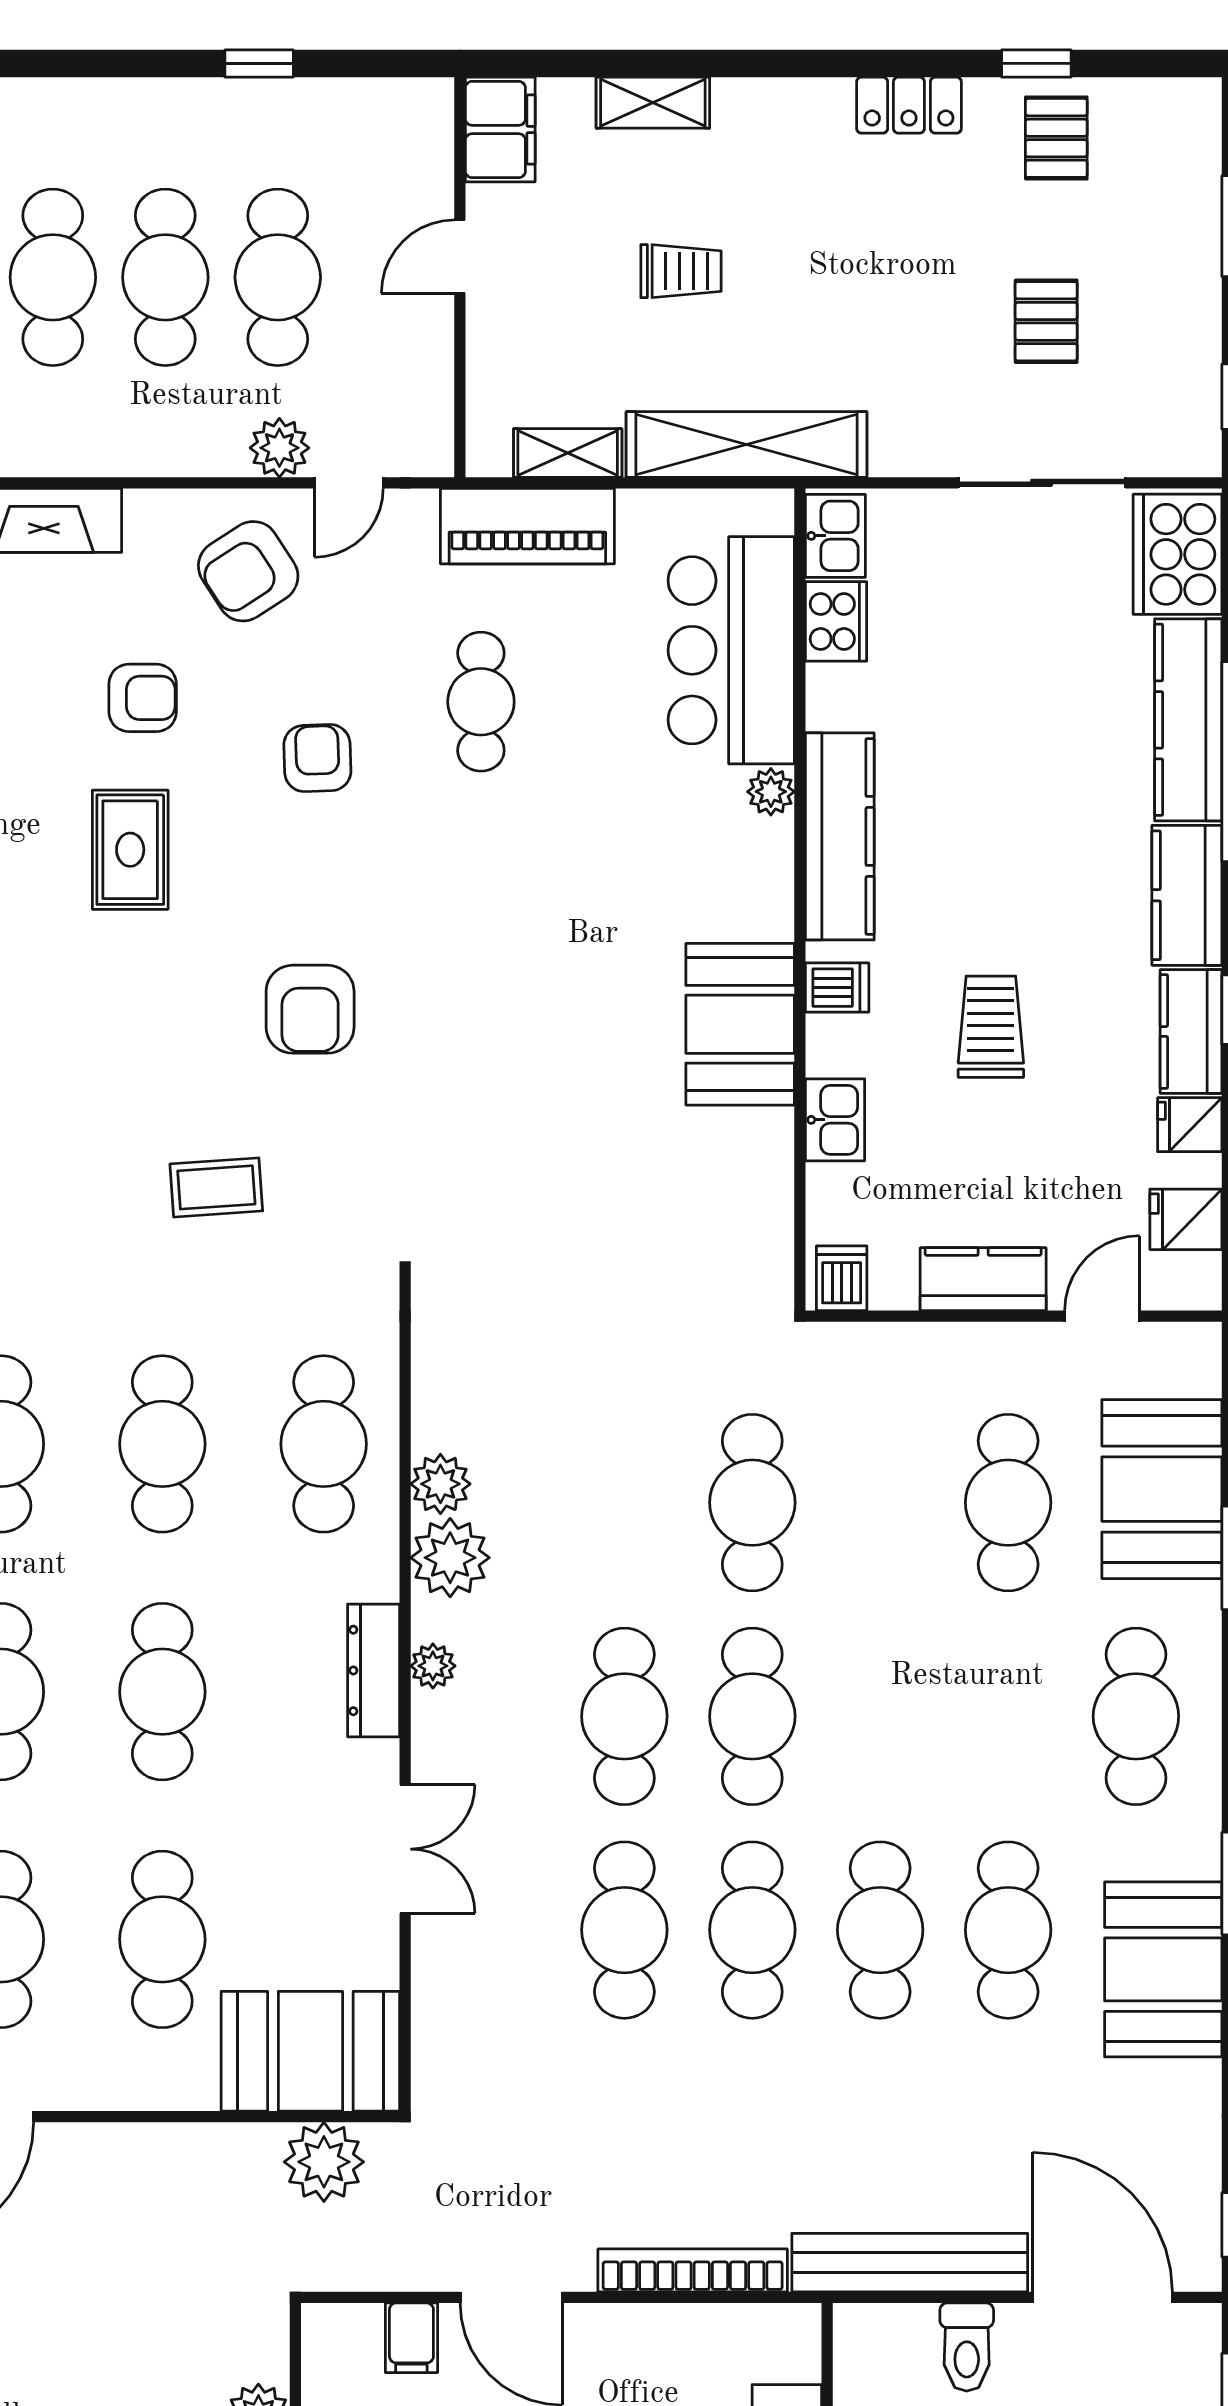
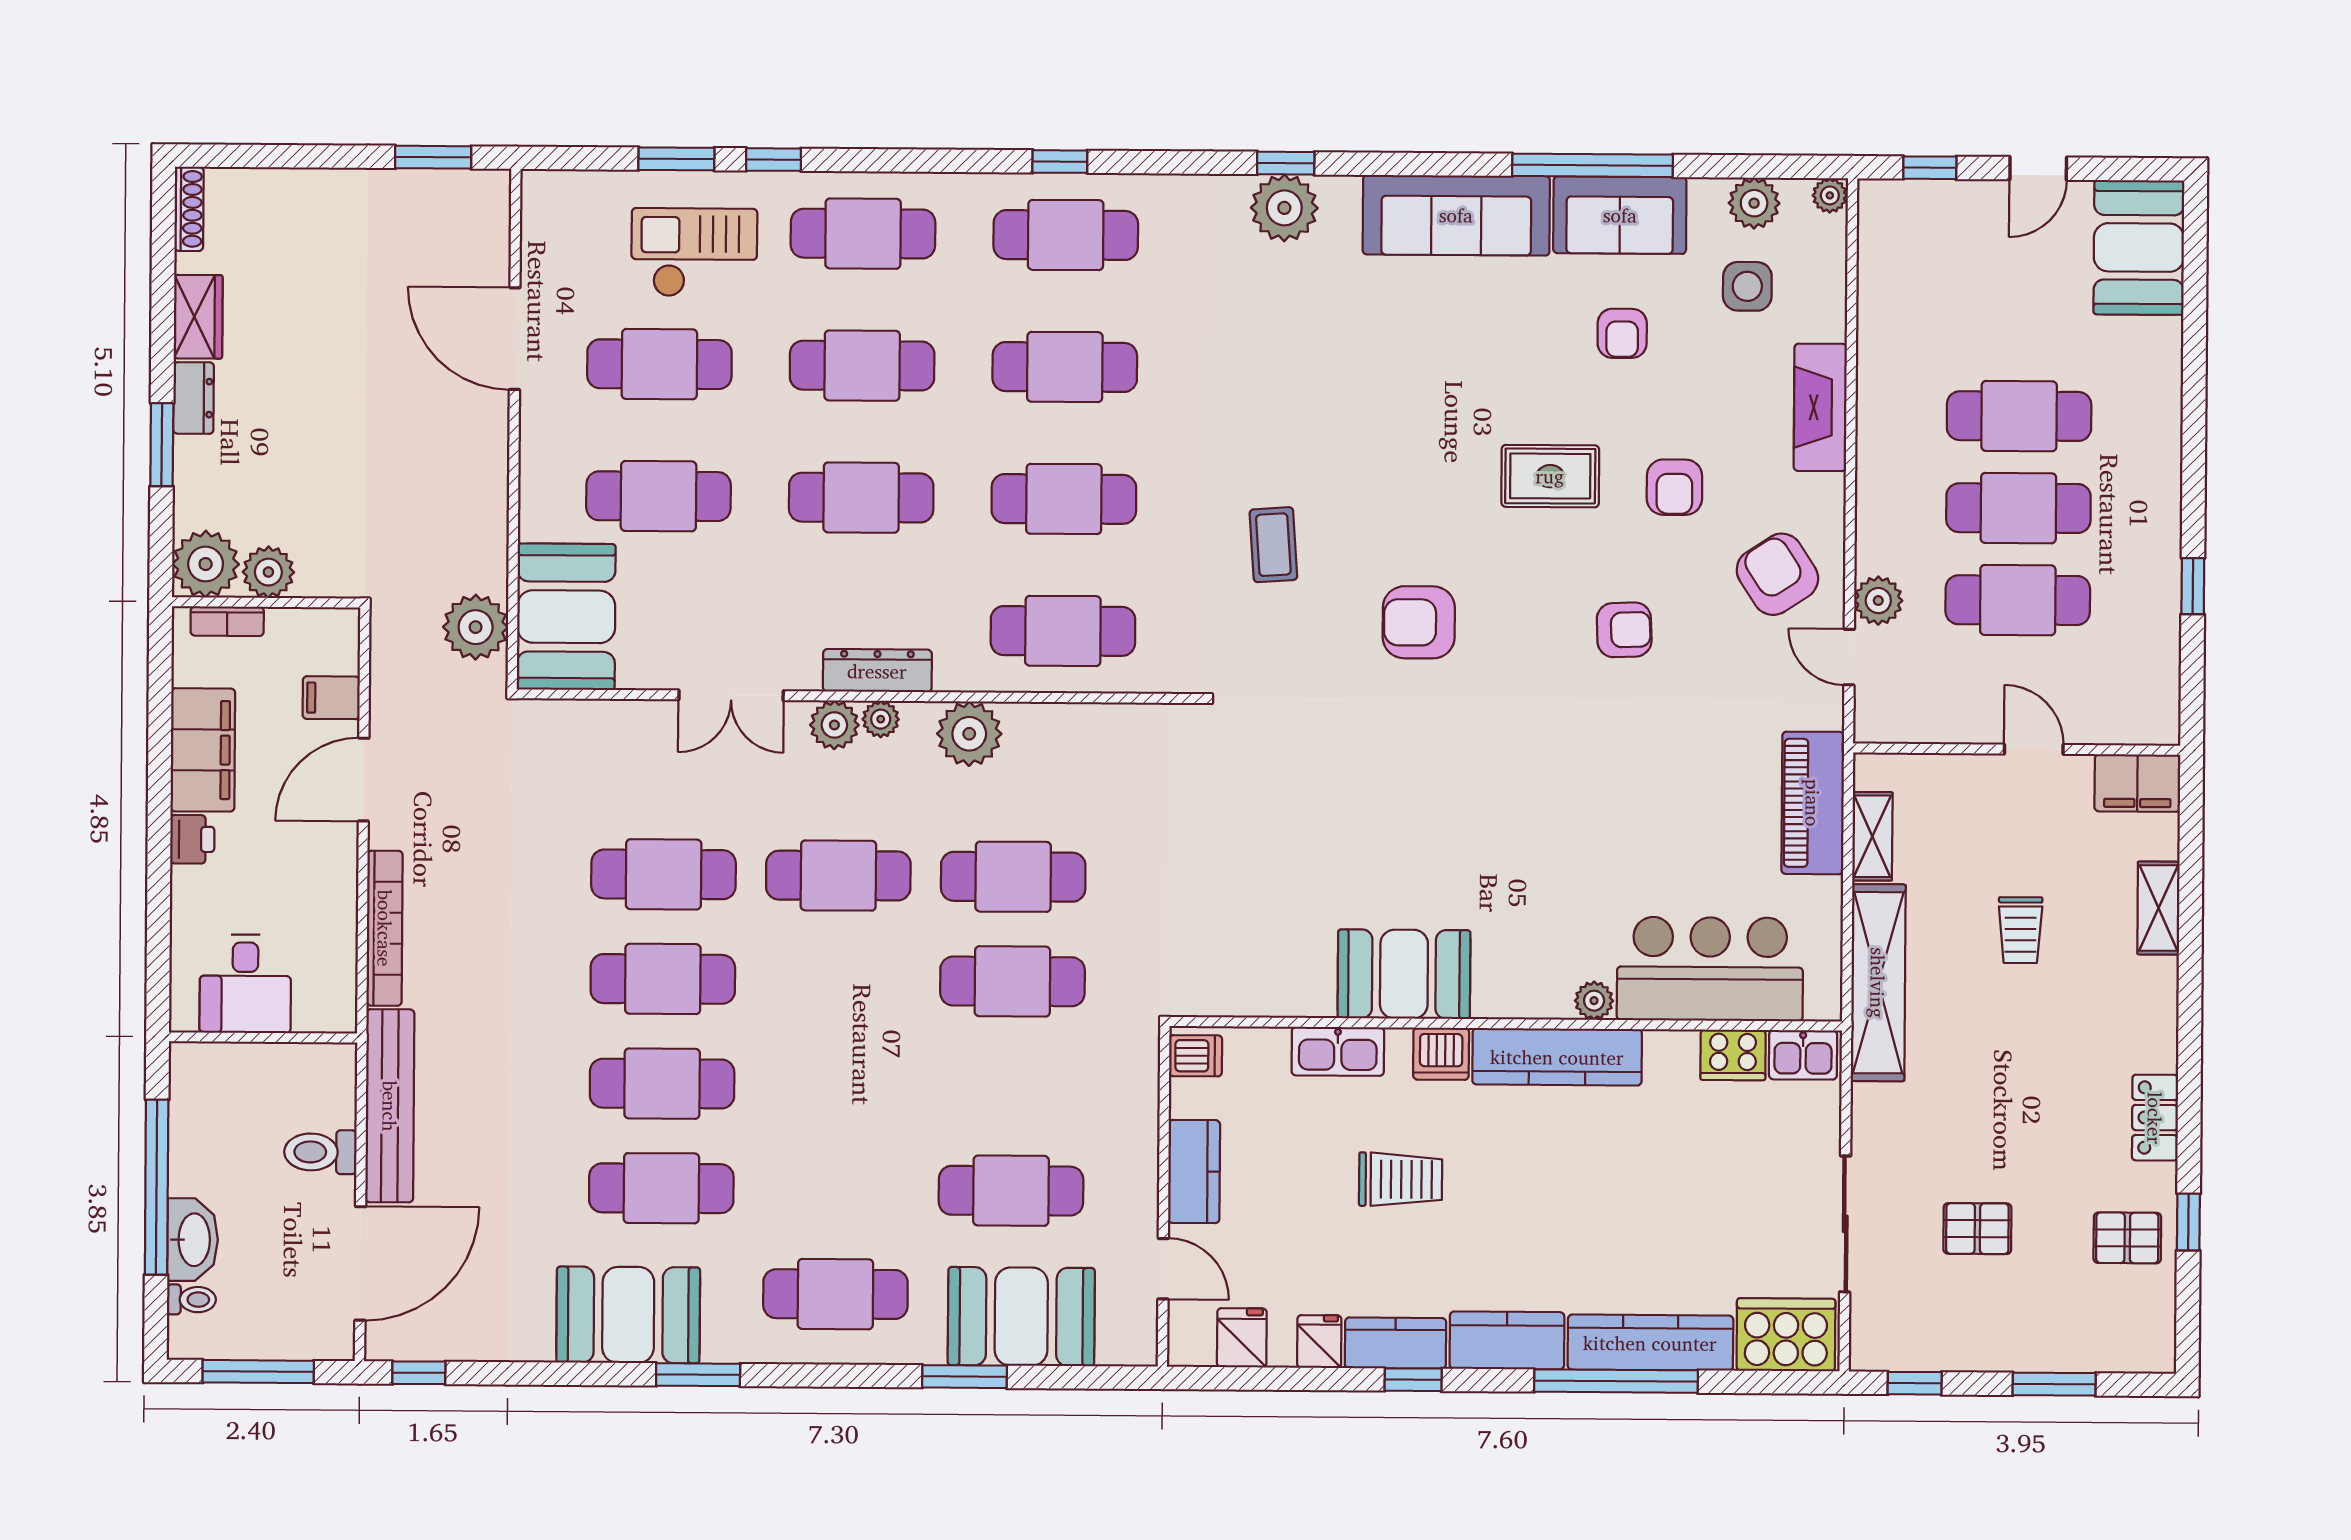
cafe table: (481, 702) -> (1669, 764), removed
dishwasher: (837, 988) -> (1441, 1054), width x1.38
kitchen sink: (835, 1120) -> (1338, 1051), width x1.38
plant: (440, 1484) -> (834, 725), moved
cafe table: (752, 1716) -> (1013, 877), moved

